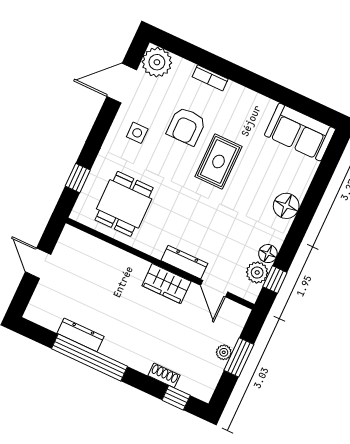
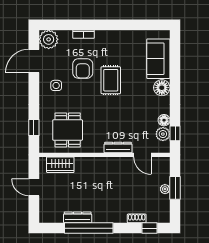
sofa: (300, 132) -> (158, 59), moved, turned 90
wardrobe: (166, 284) -> (60, 165), moved

